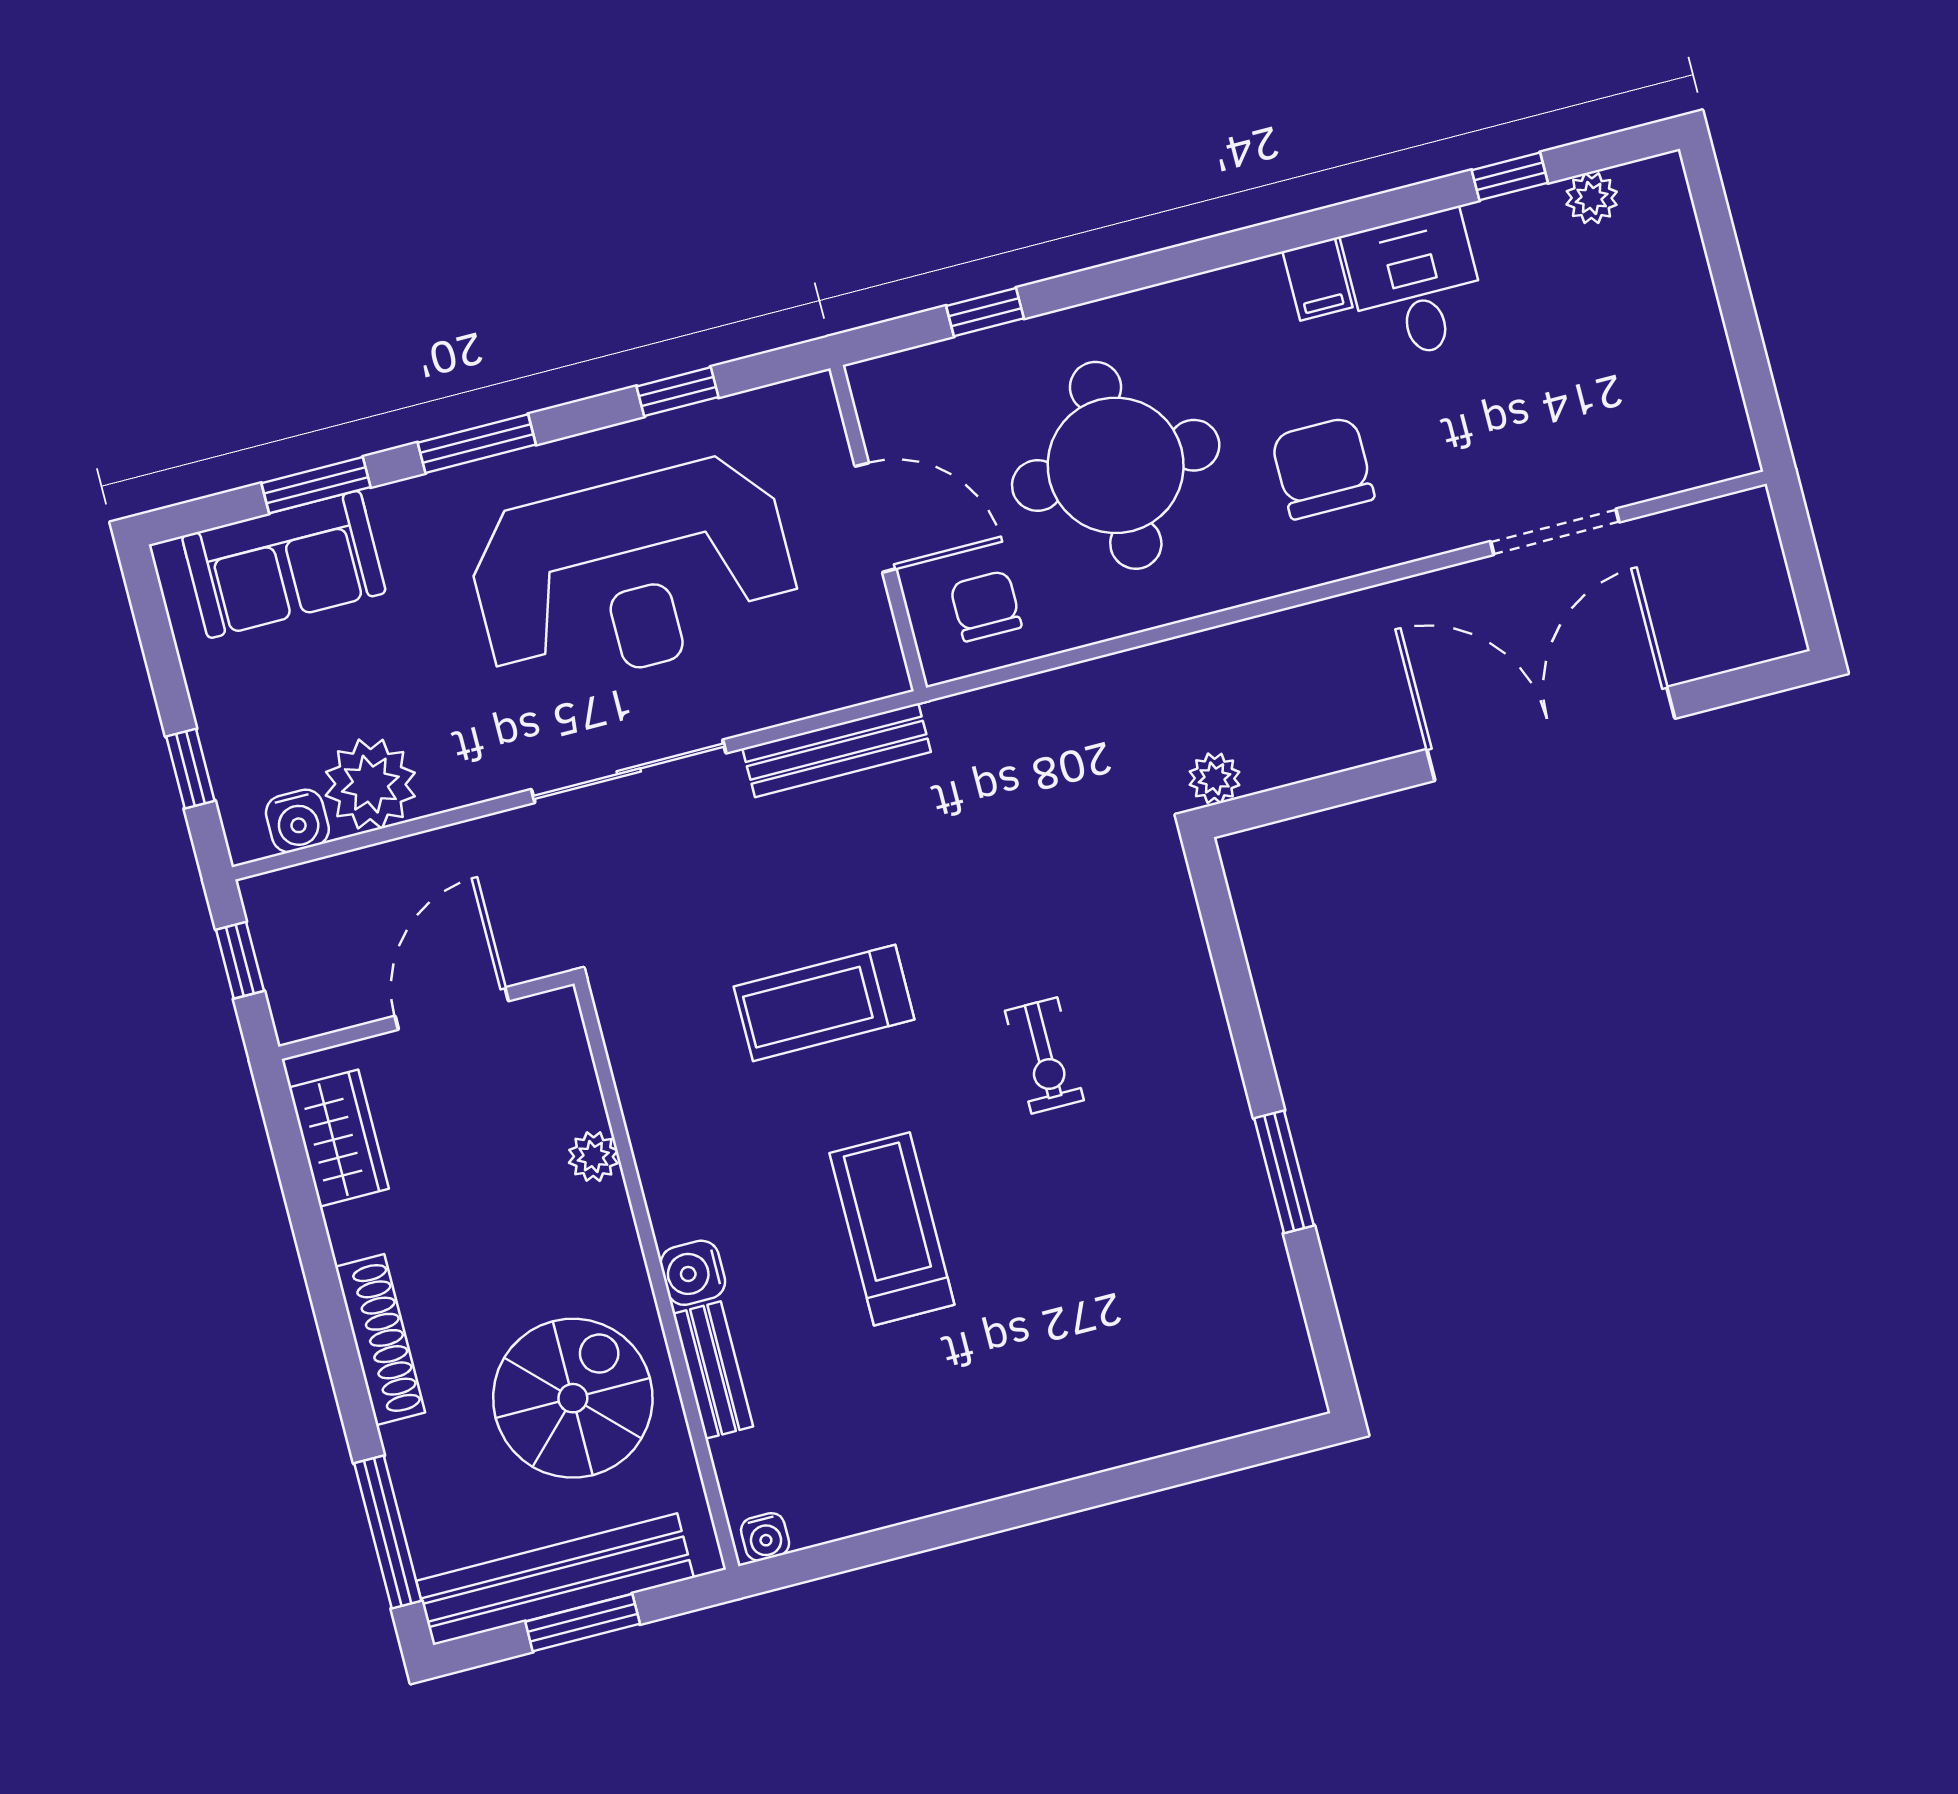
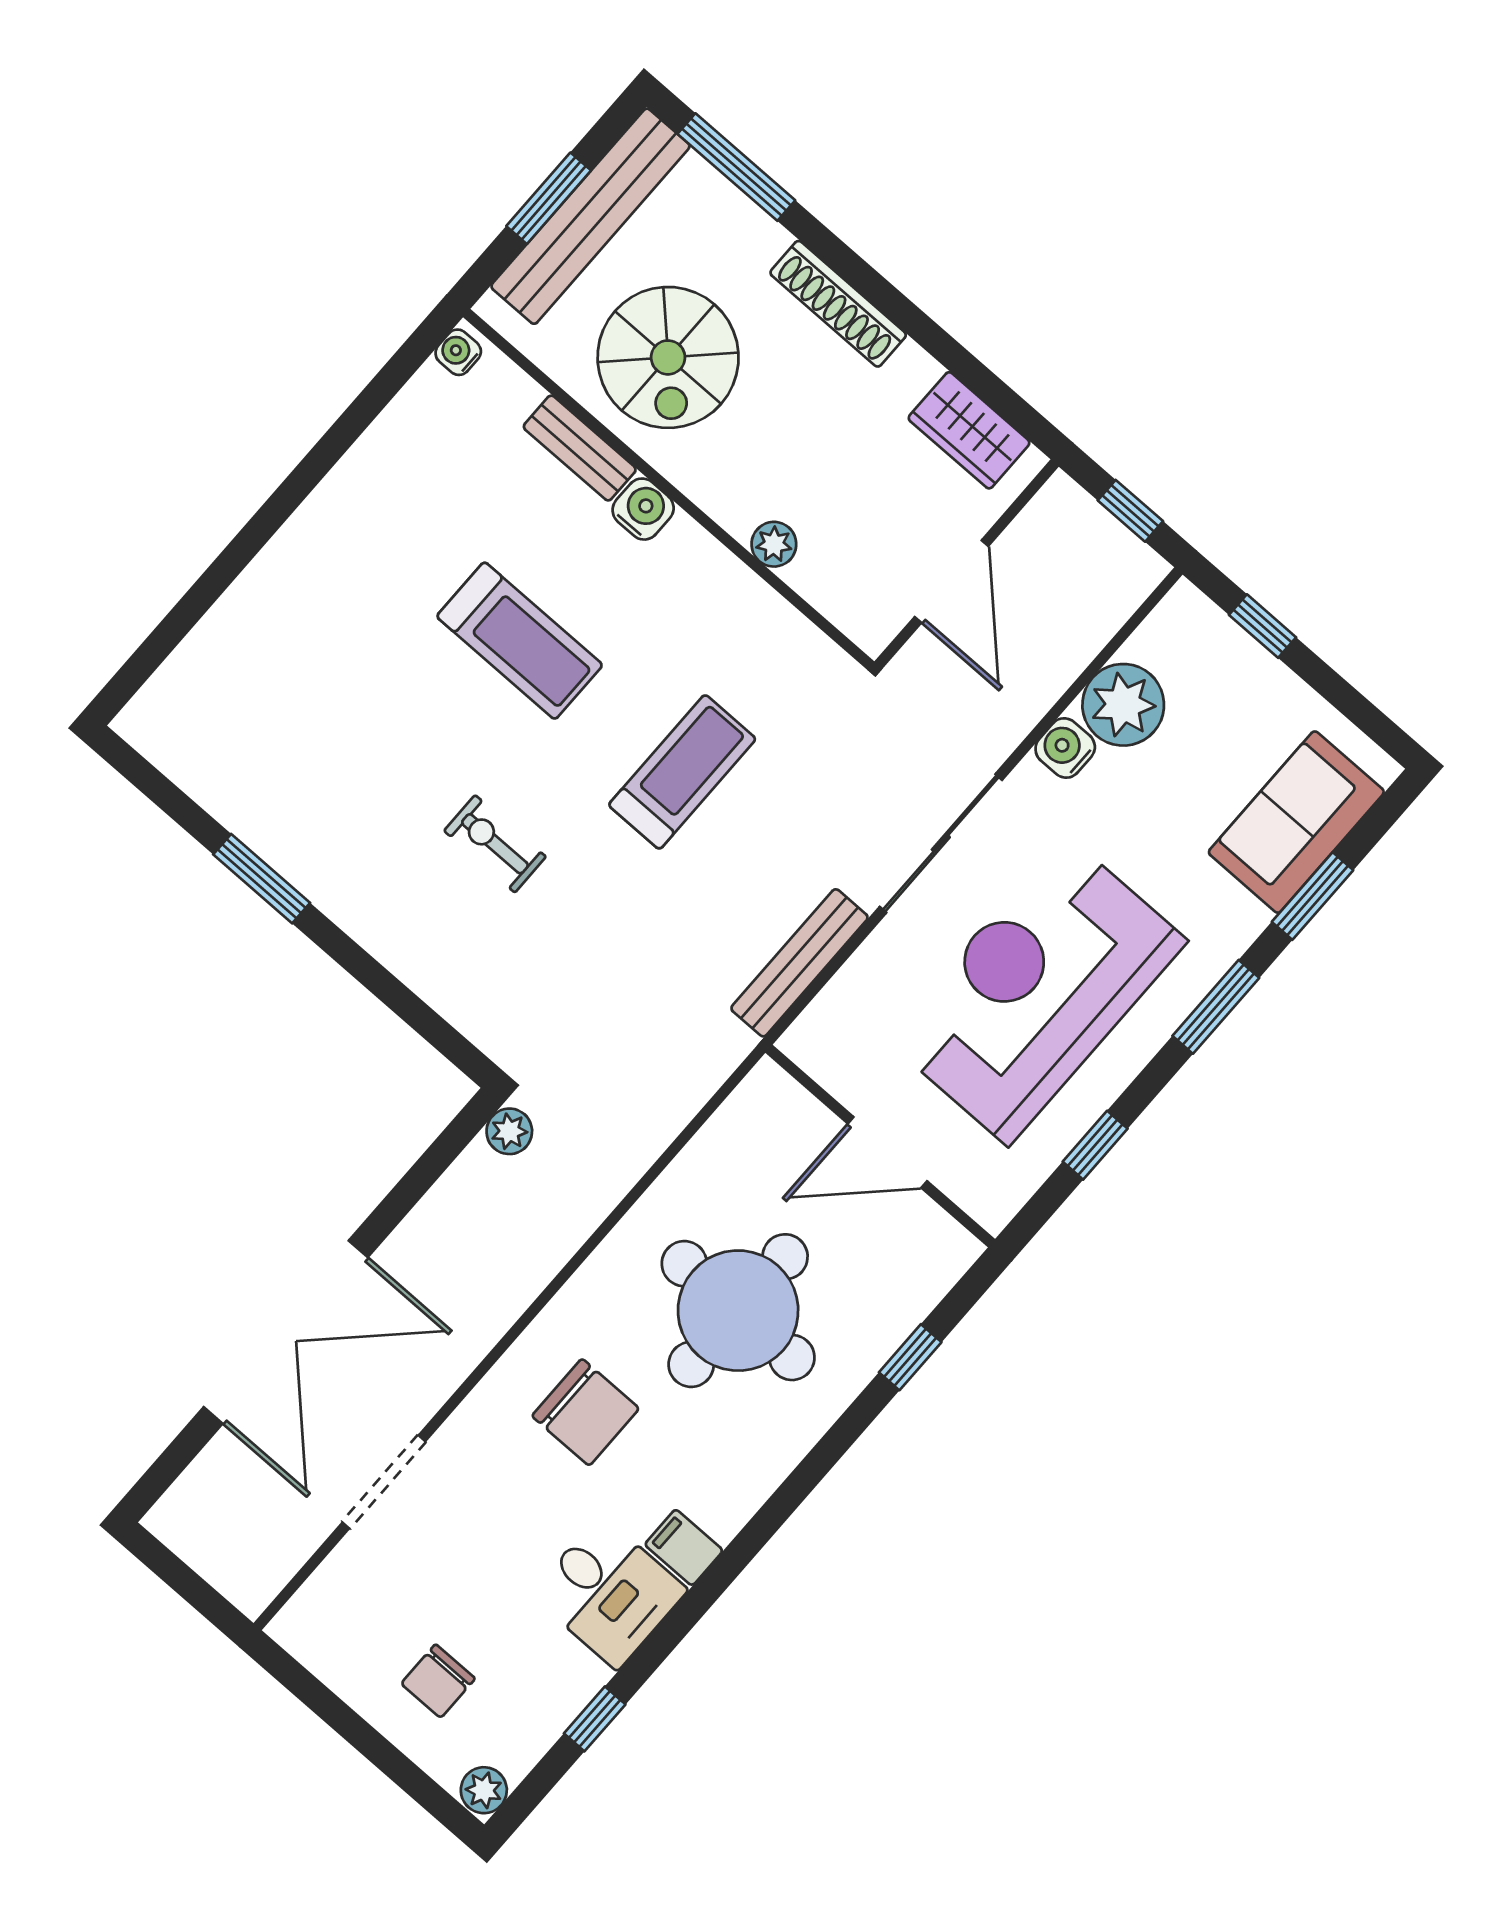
plant: (1592, 198) -> (484, 1790), moved
chair: (986, 606) -> (438, 1681), moved, turned 90
water cooler: (297, 821) -> (1065, 748), moved

